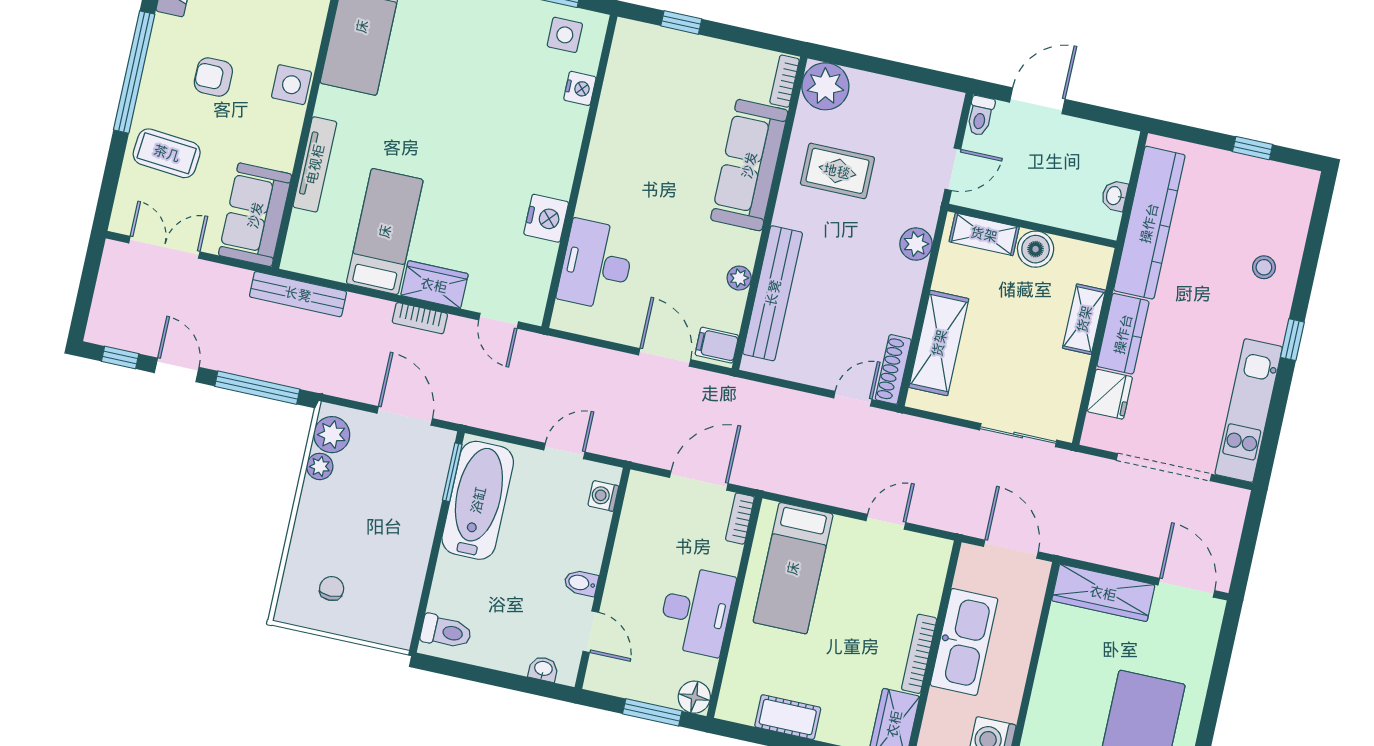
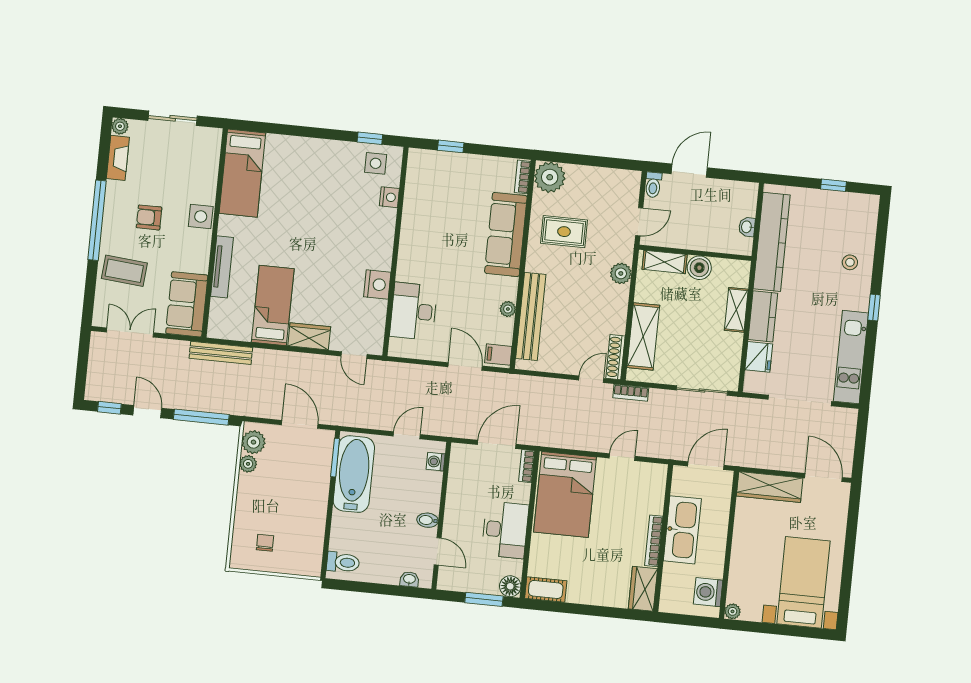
bookcase: (420, 318) -> (631, 393), moved
door: (1011, 549) -> (706, 466), hinge flipped
bed: (793, 568) -> (565, 495), width x1.50
cot: (788, 717) -> (546, 589), moved

